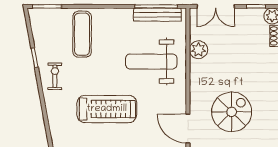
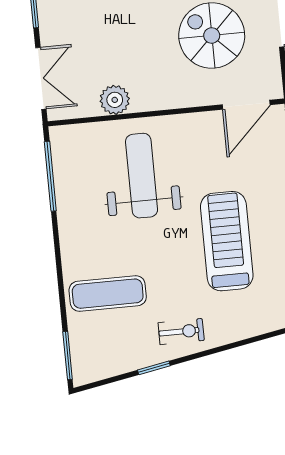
bench: (157, 15) -> (64, 173), removed
weight bench: (151, 61) -> (142, 176), turned 180
exercise bike: (55, 76) -> (181, 332), turned 180

